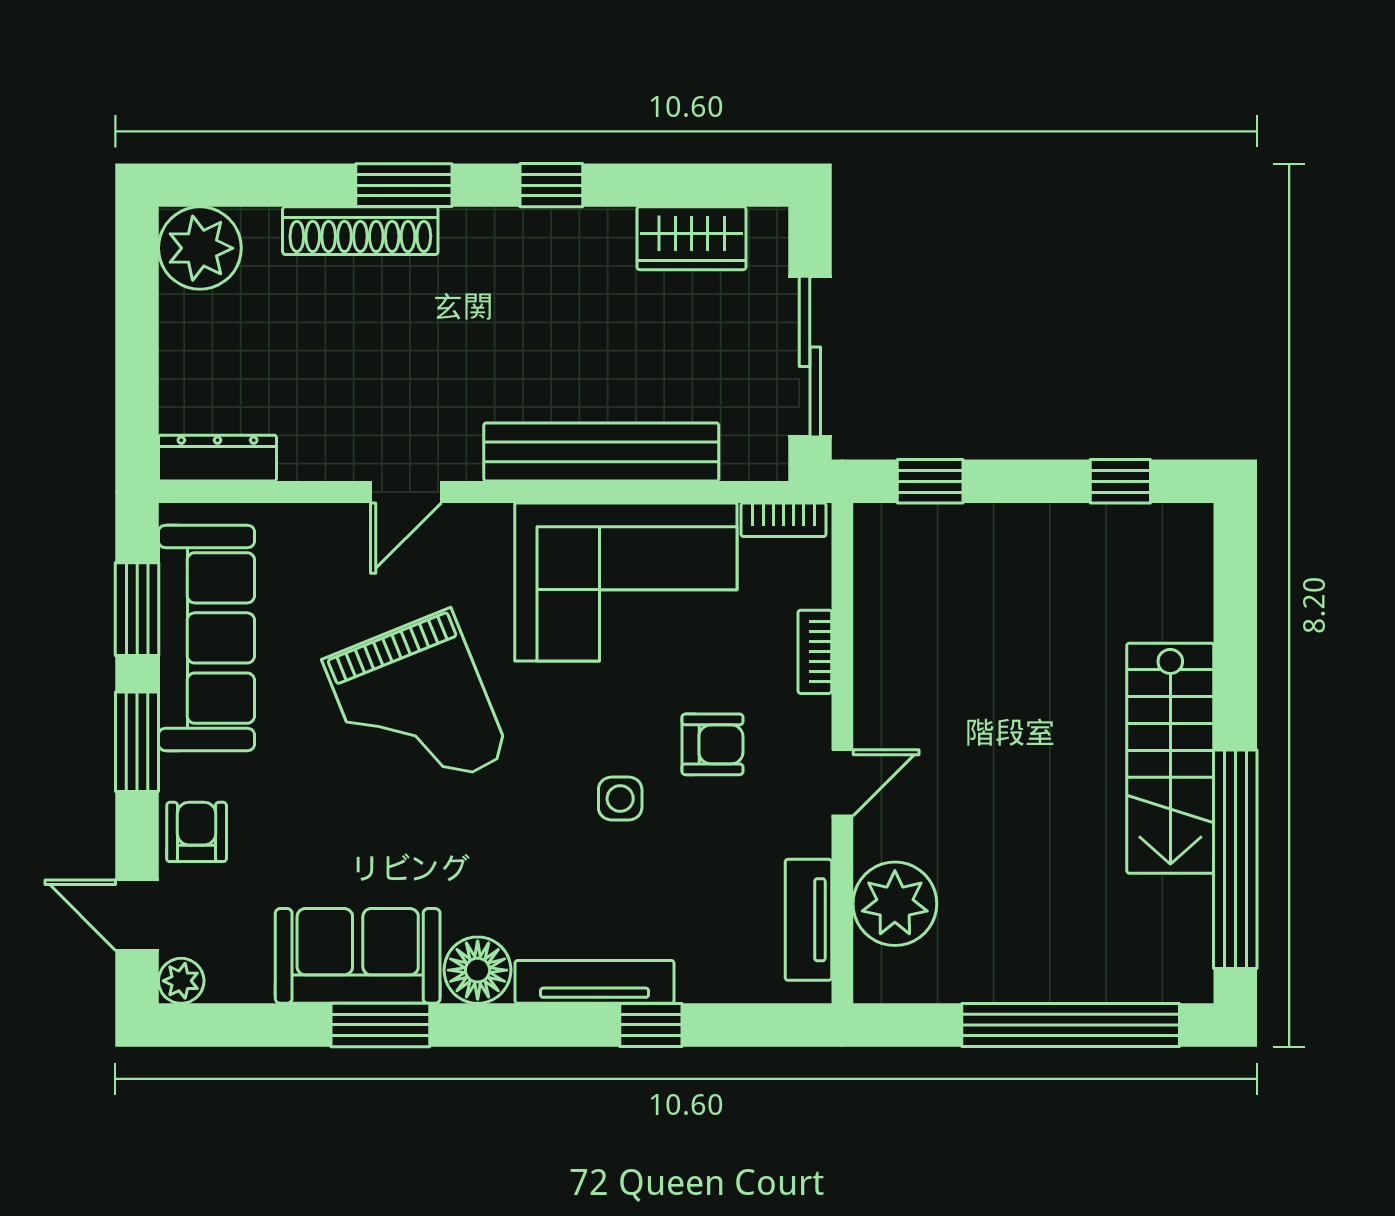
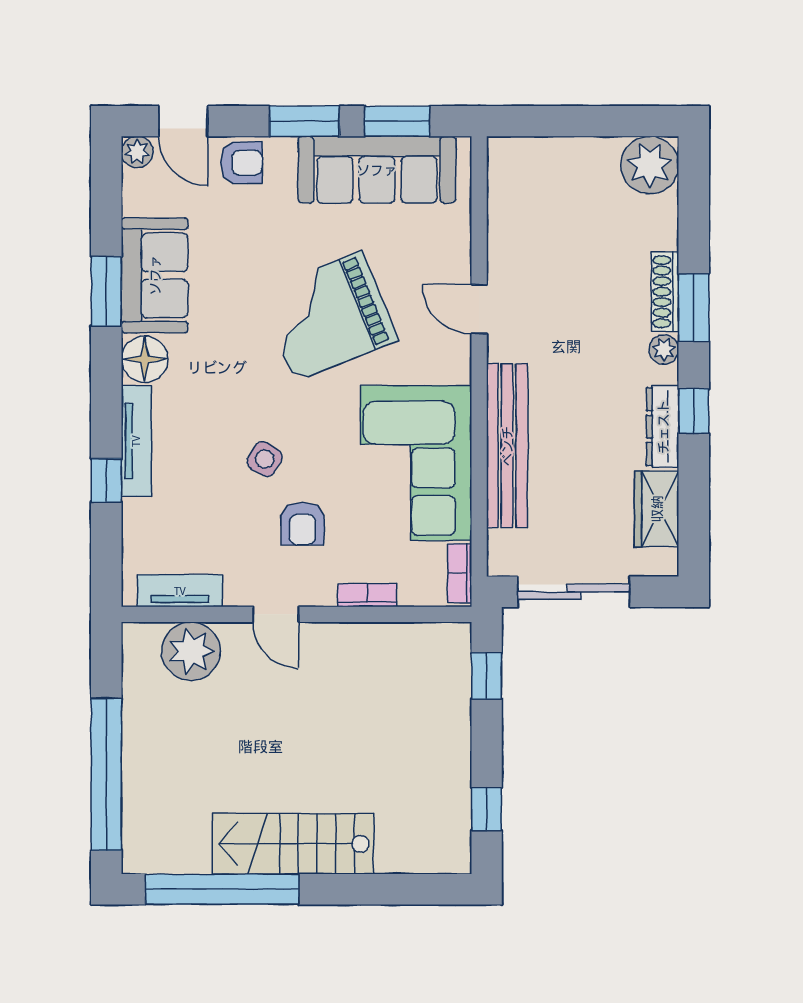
plant: (463, 228) -> (664, 349), added
shoe rack: (360, 231) -> (665, 292), width x0.74, depth x0.81
dresser: (218, 458) -> (663, 427), moved, turned 180
side table: (620, 799) -> (265, 459), turned 31
door: (137, 915) -> (183, 121), swing flipped

